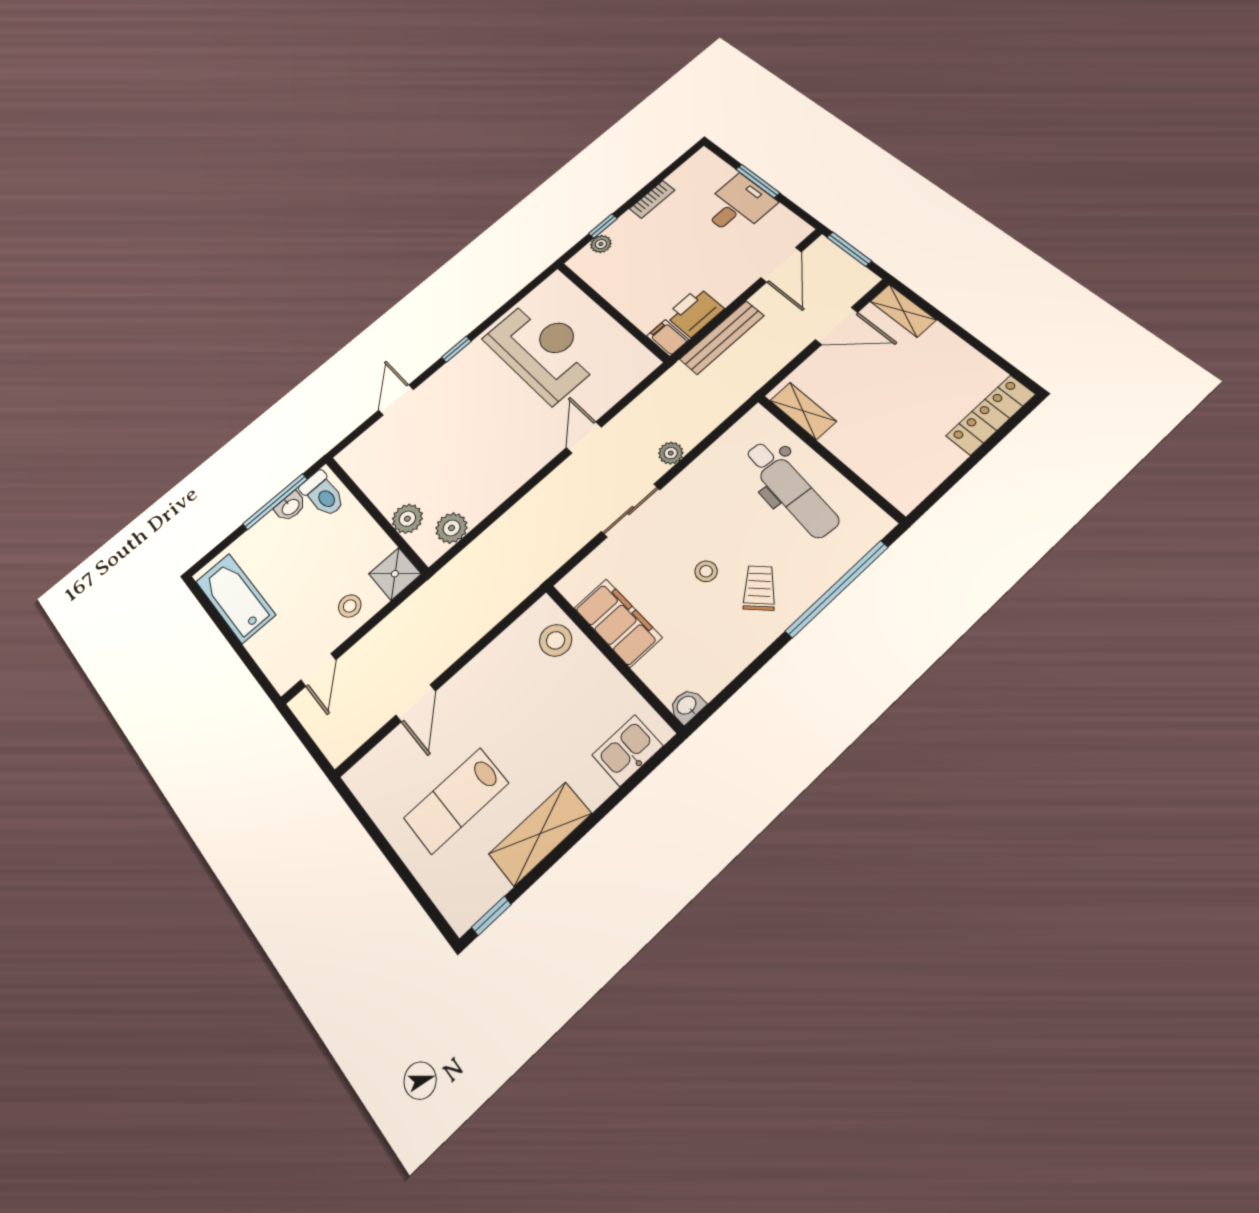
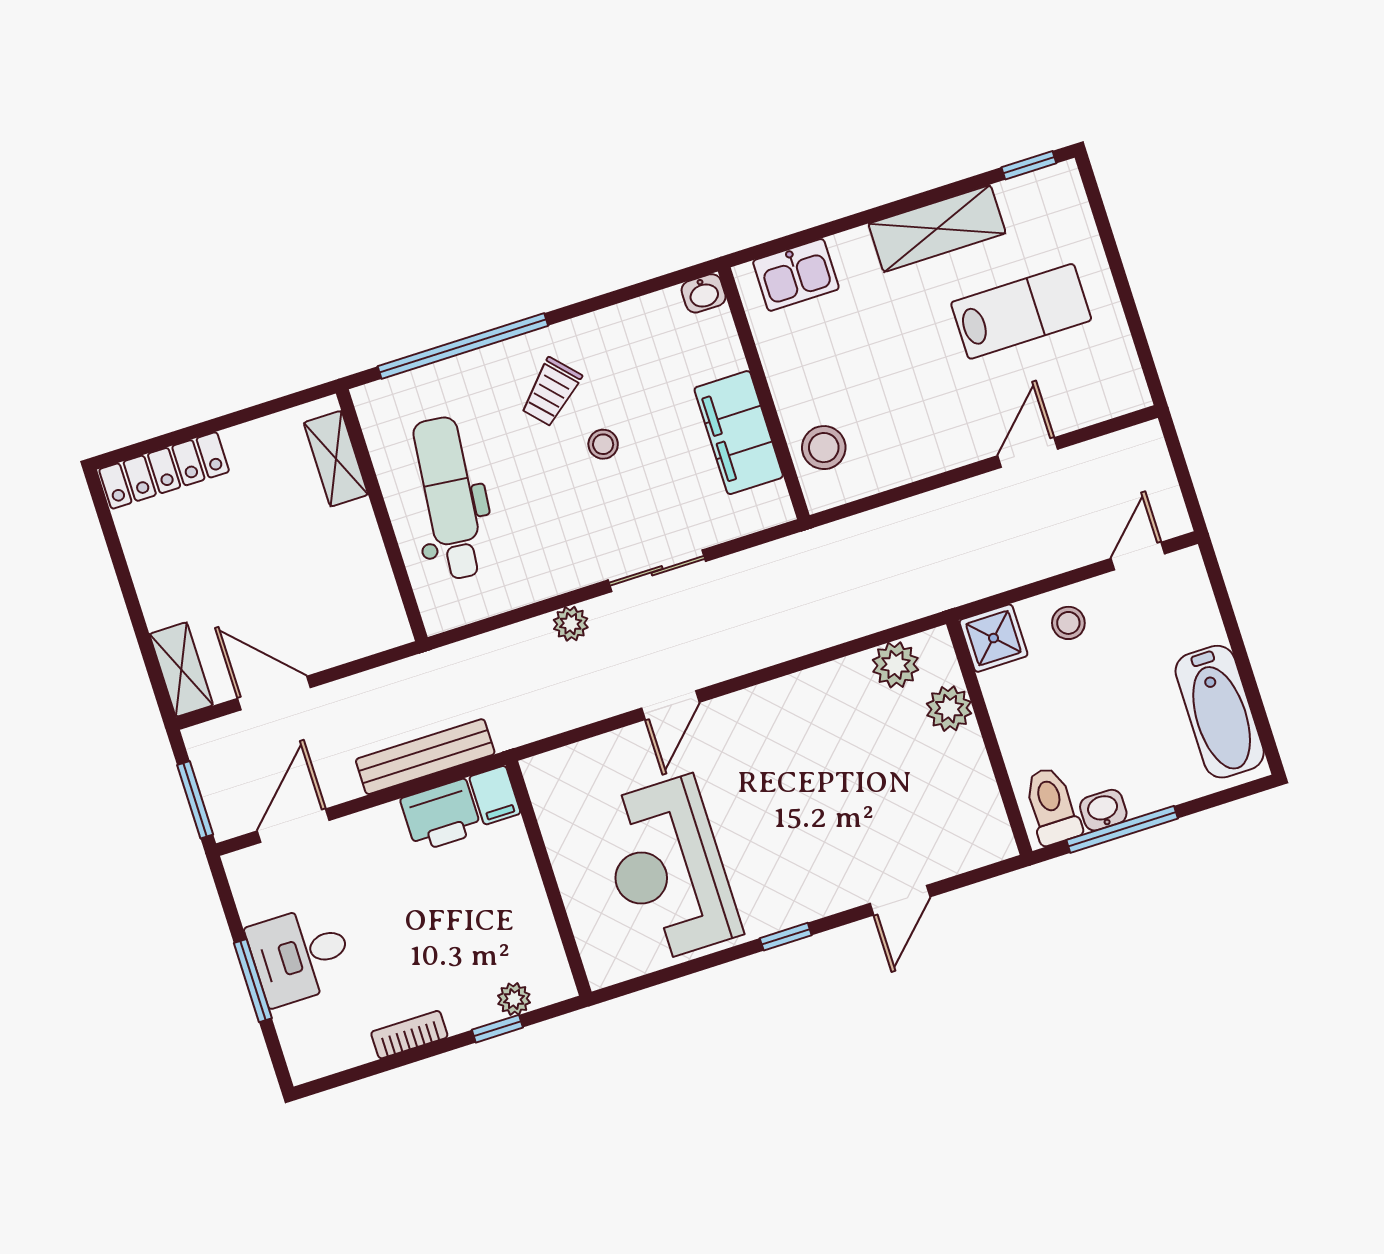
shelving: (803, 411) -> (336, 459), moved

